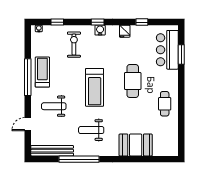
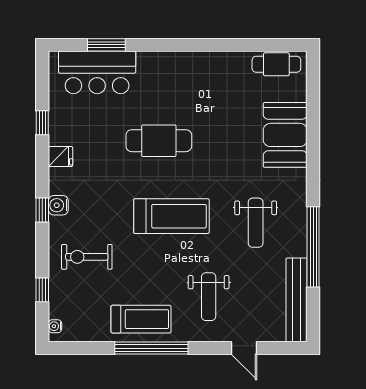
treadmill: (42, 72) -> (141, 319), turned 180
cafe table: (165, 104) -> (276, 64), moved

